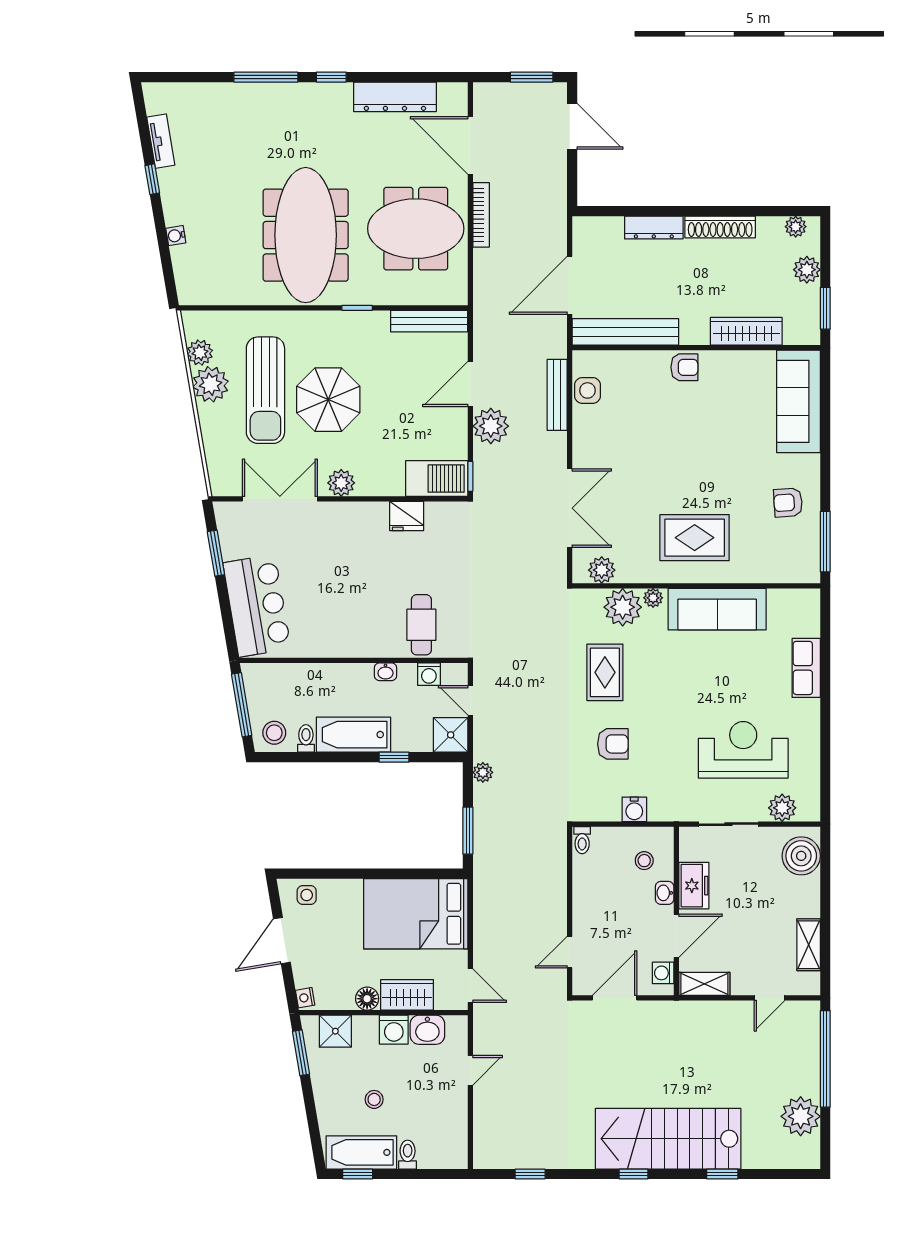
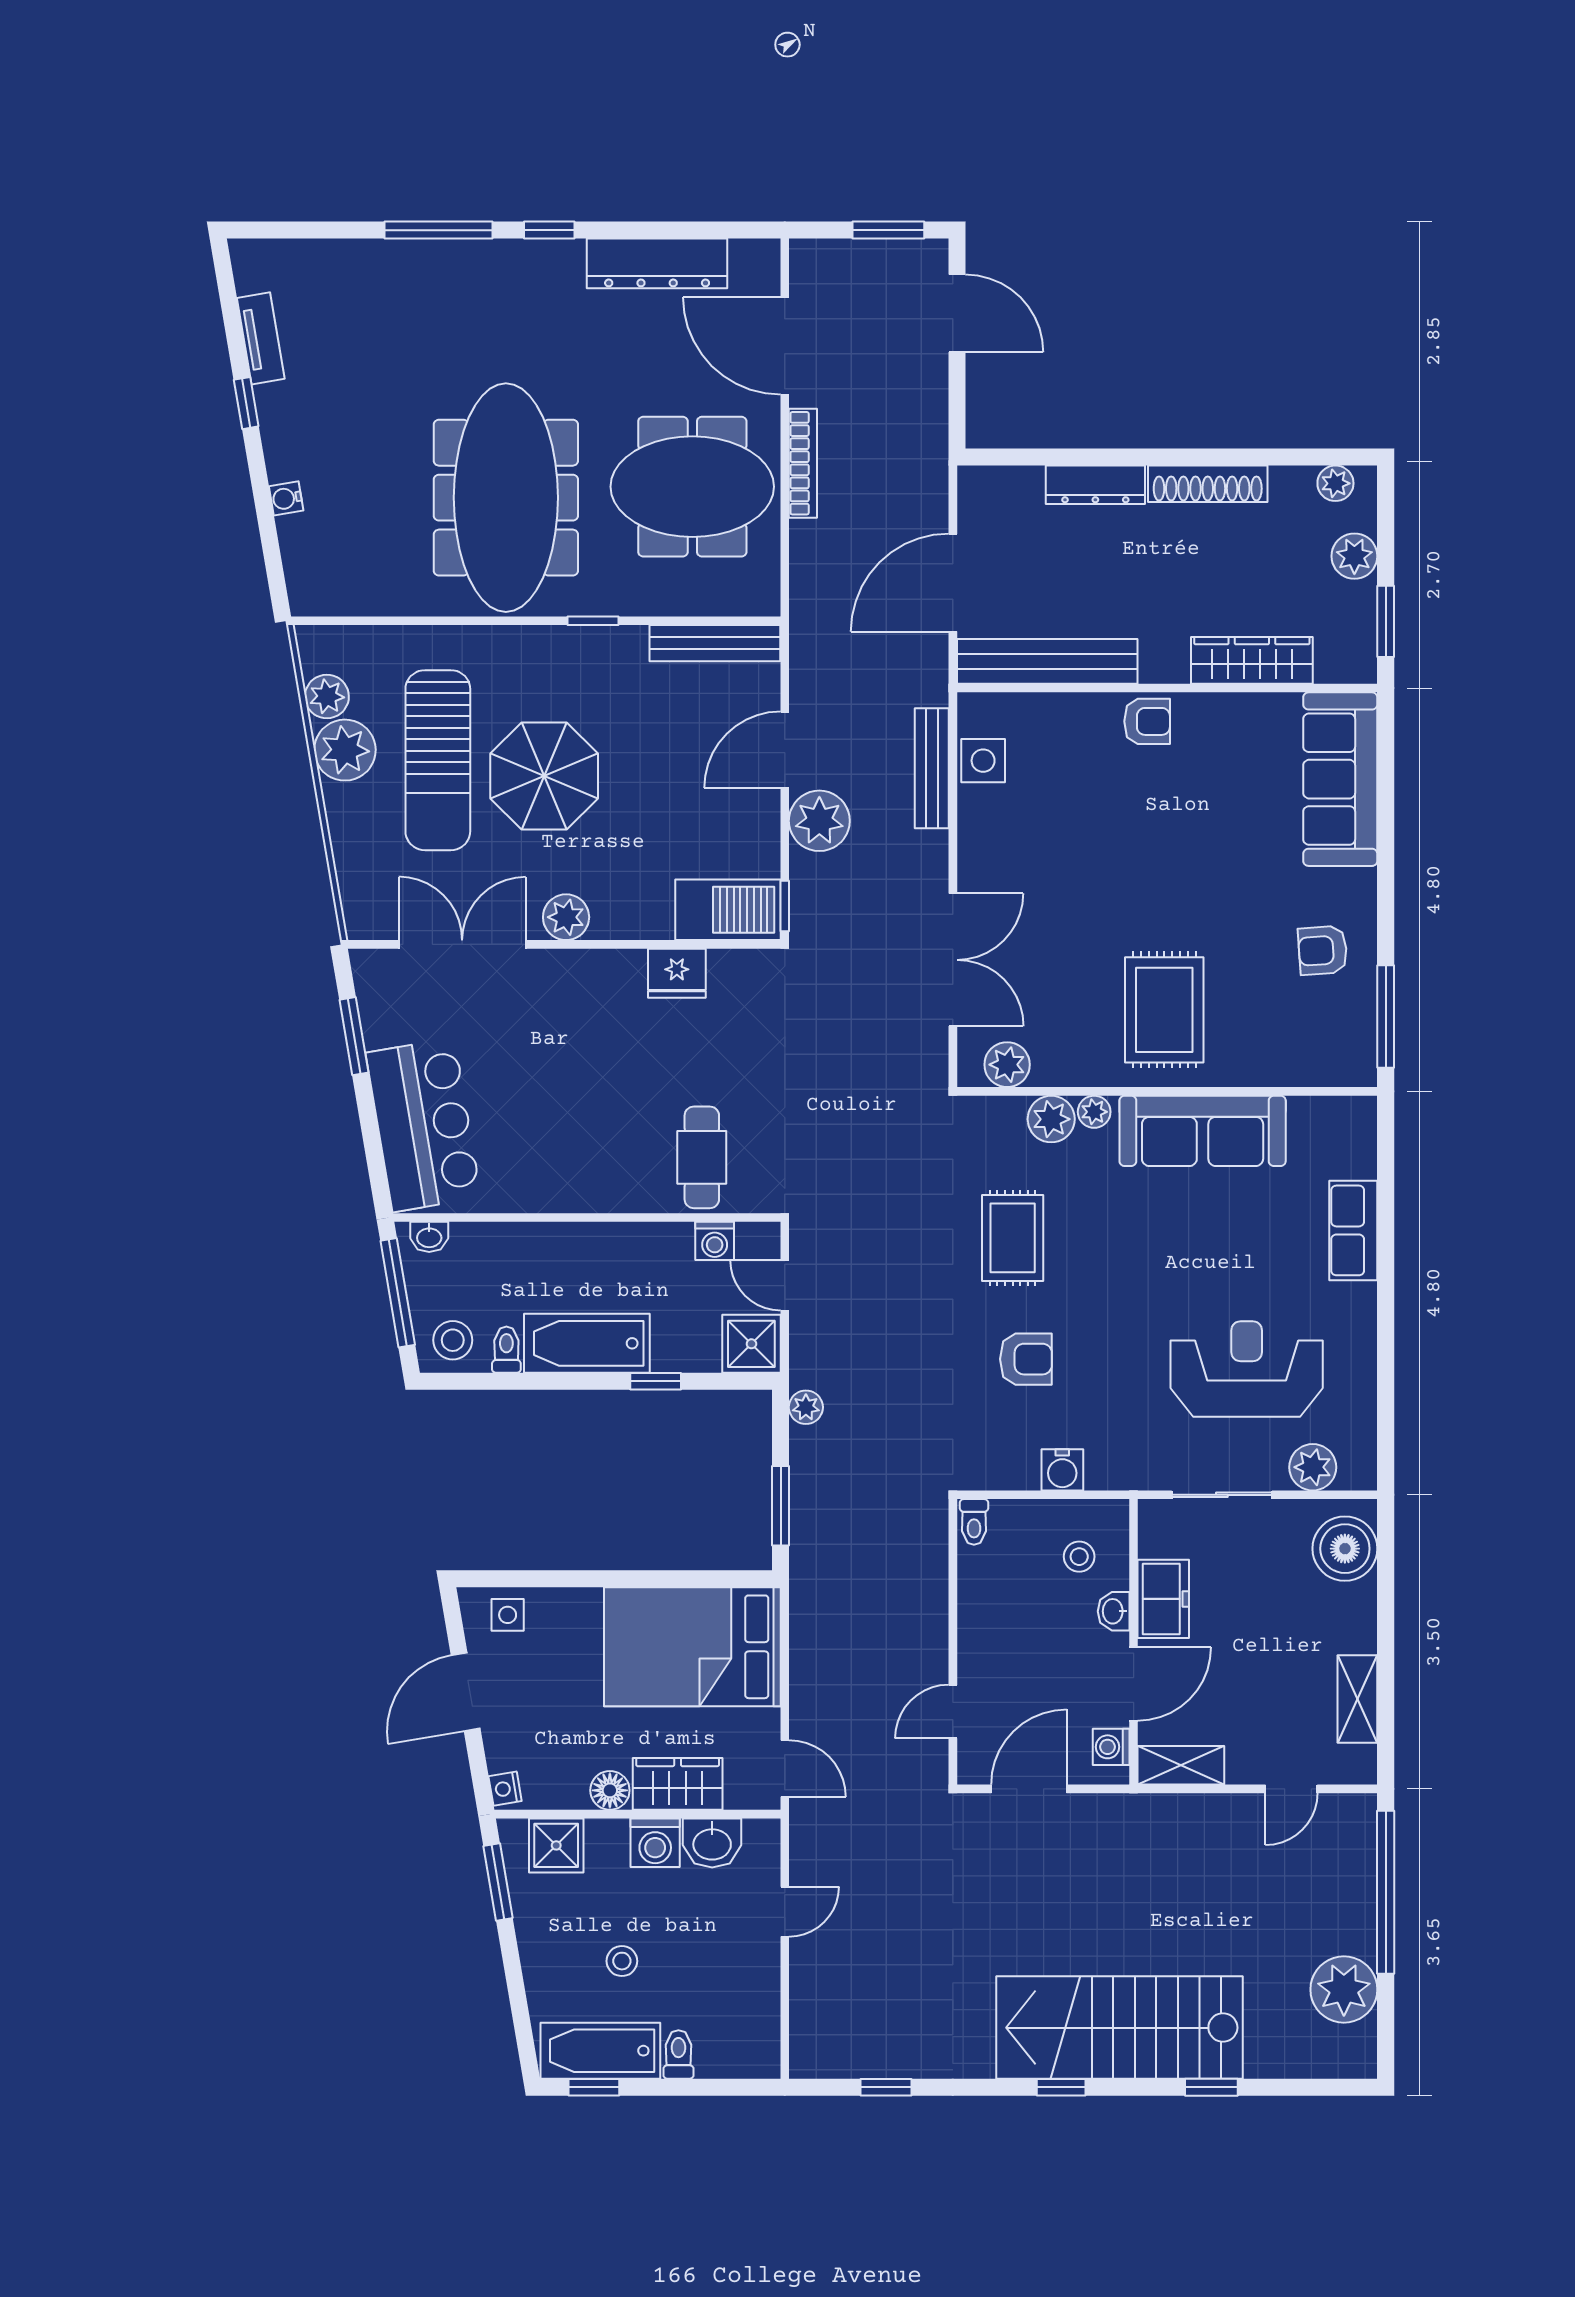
rug: (695, 538) -> (1164, 1010), turned 90
plant: (623, 607) -> (1051, 1119), width x0.73, depth x0.73
washbasin: (385, 672) -> (429, 1237), moved

